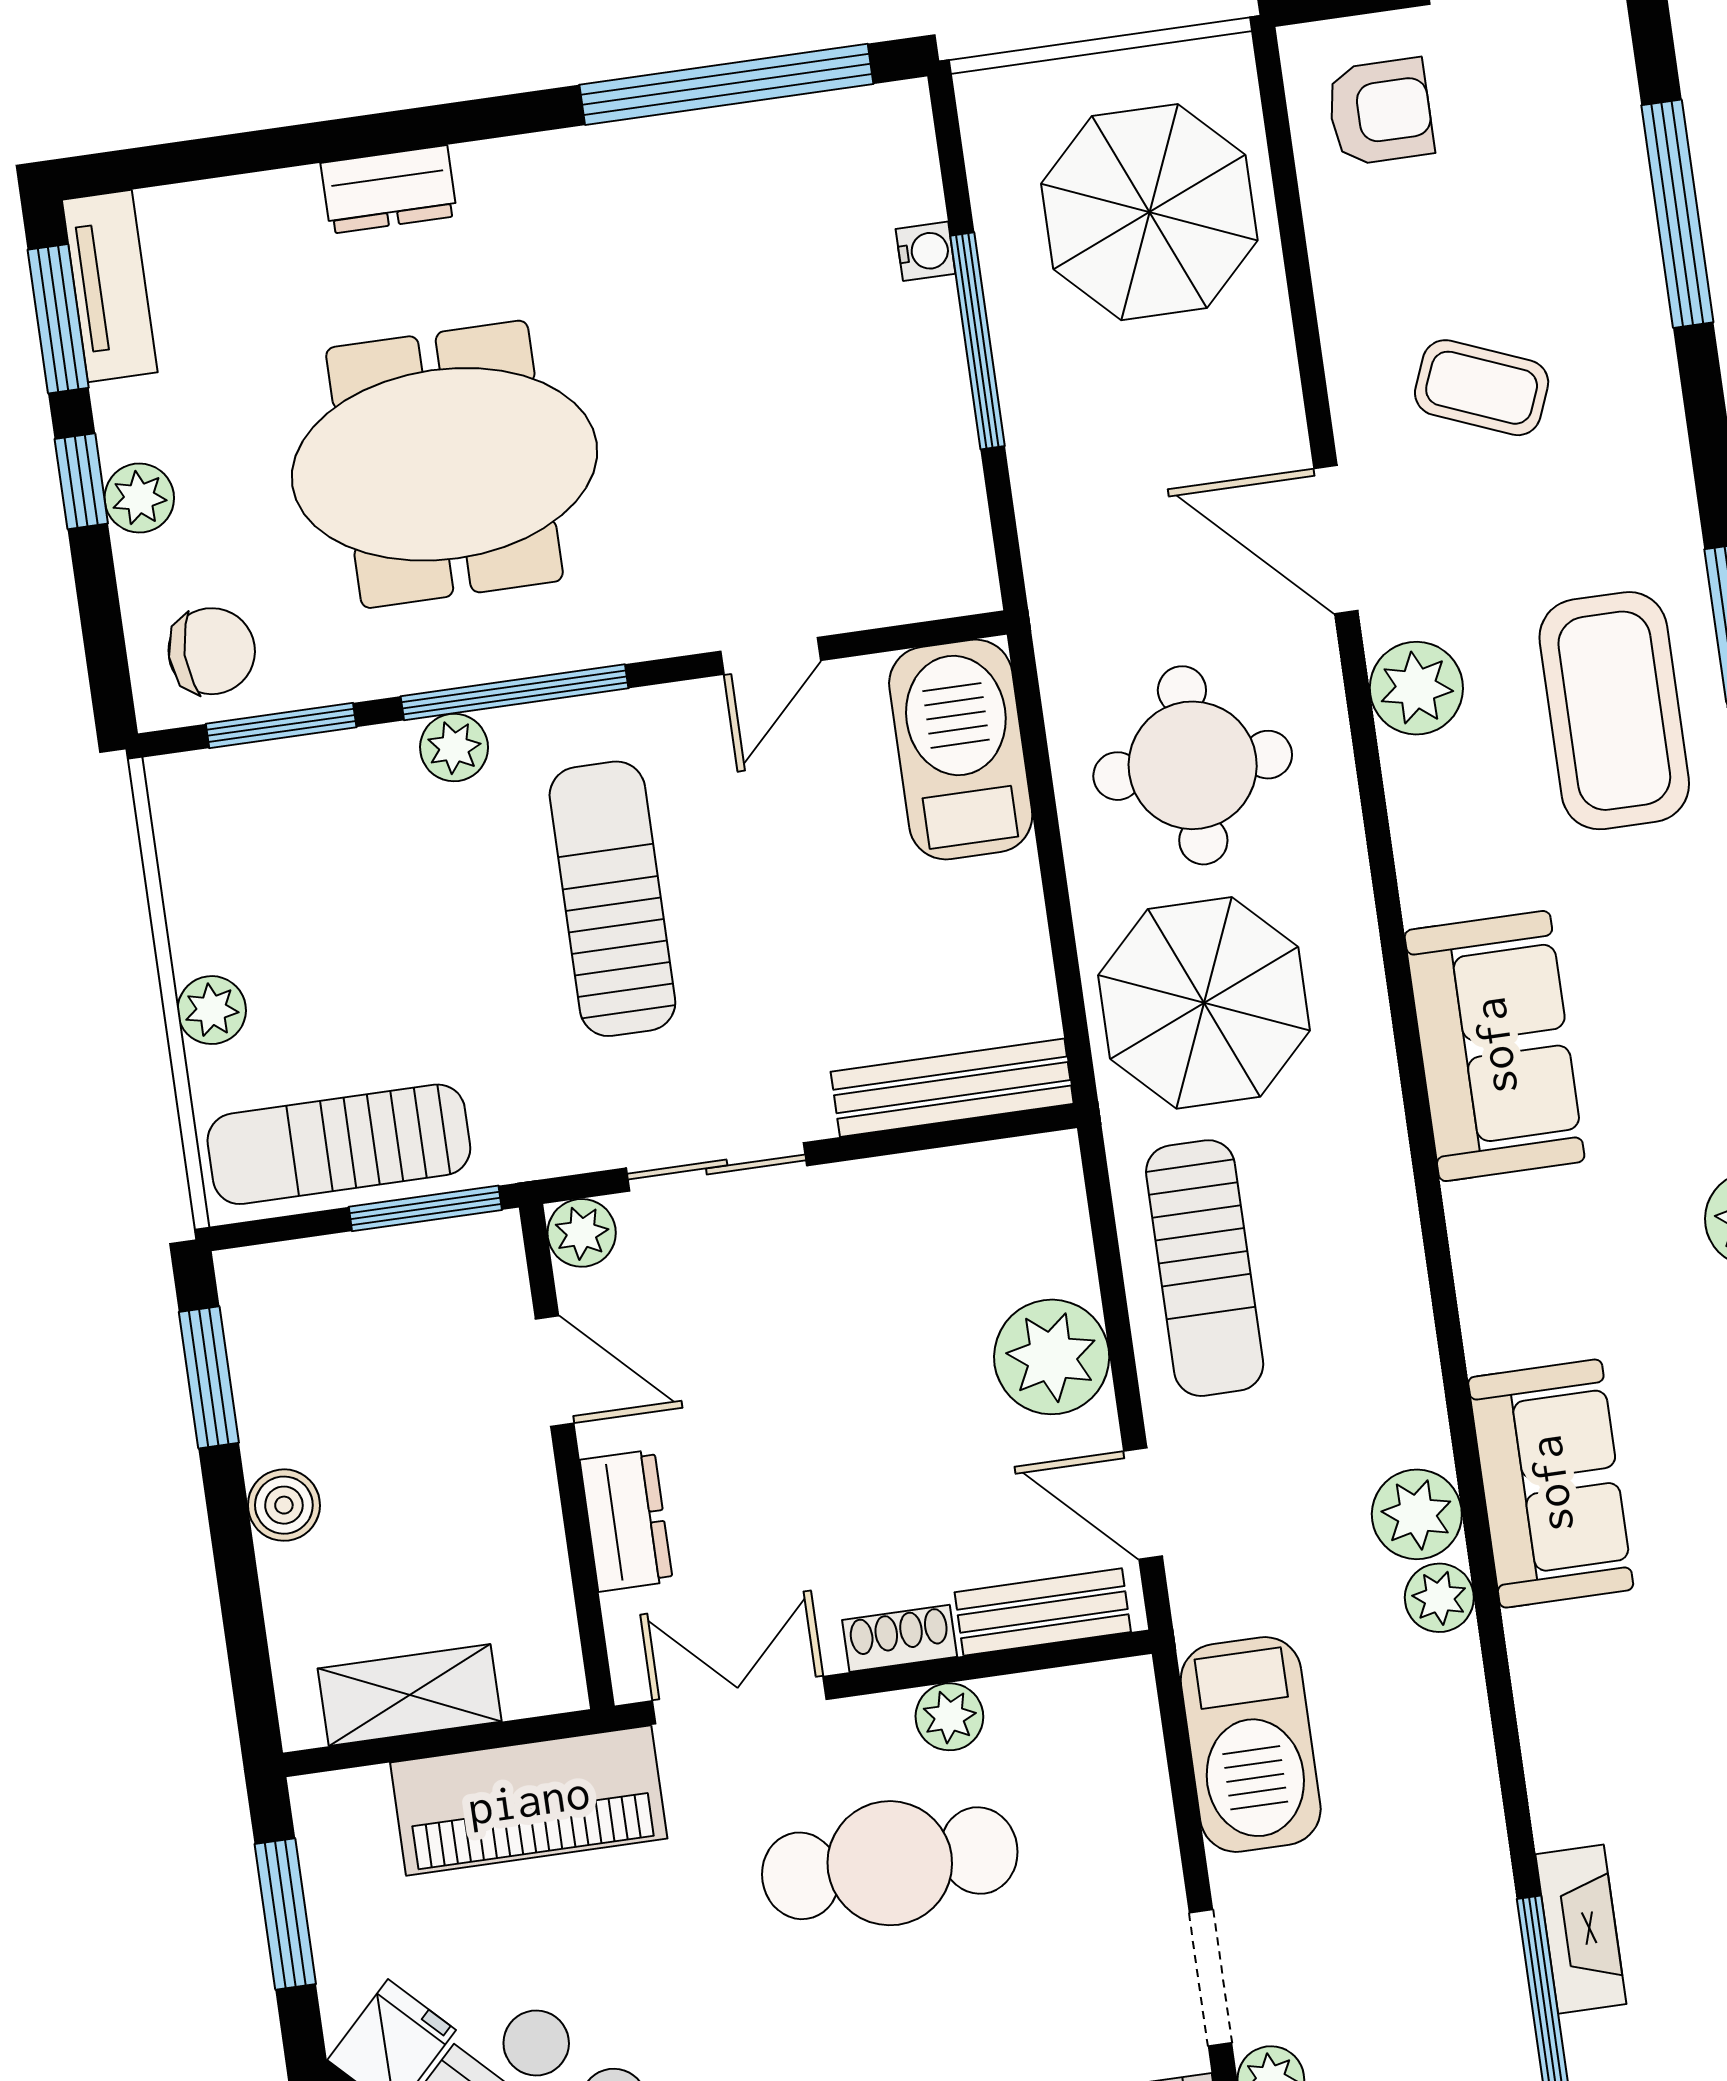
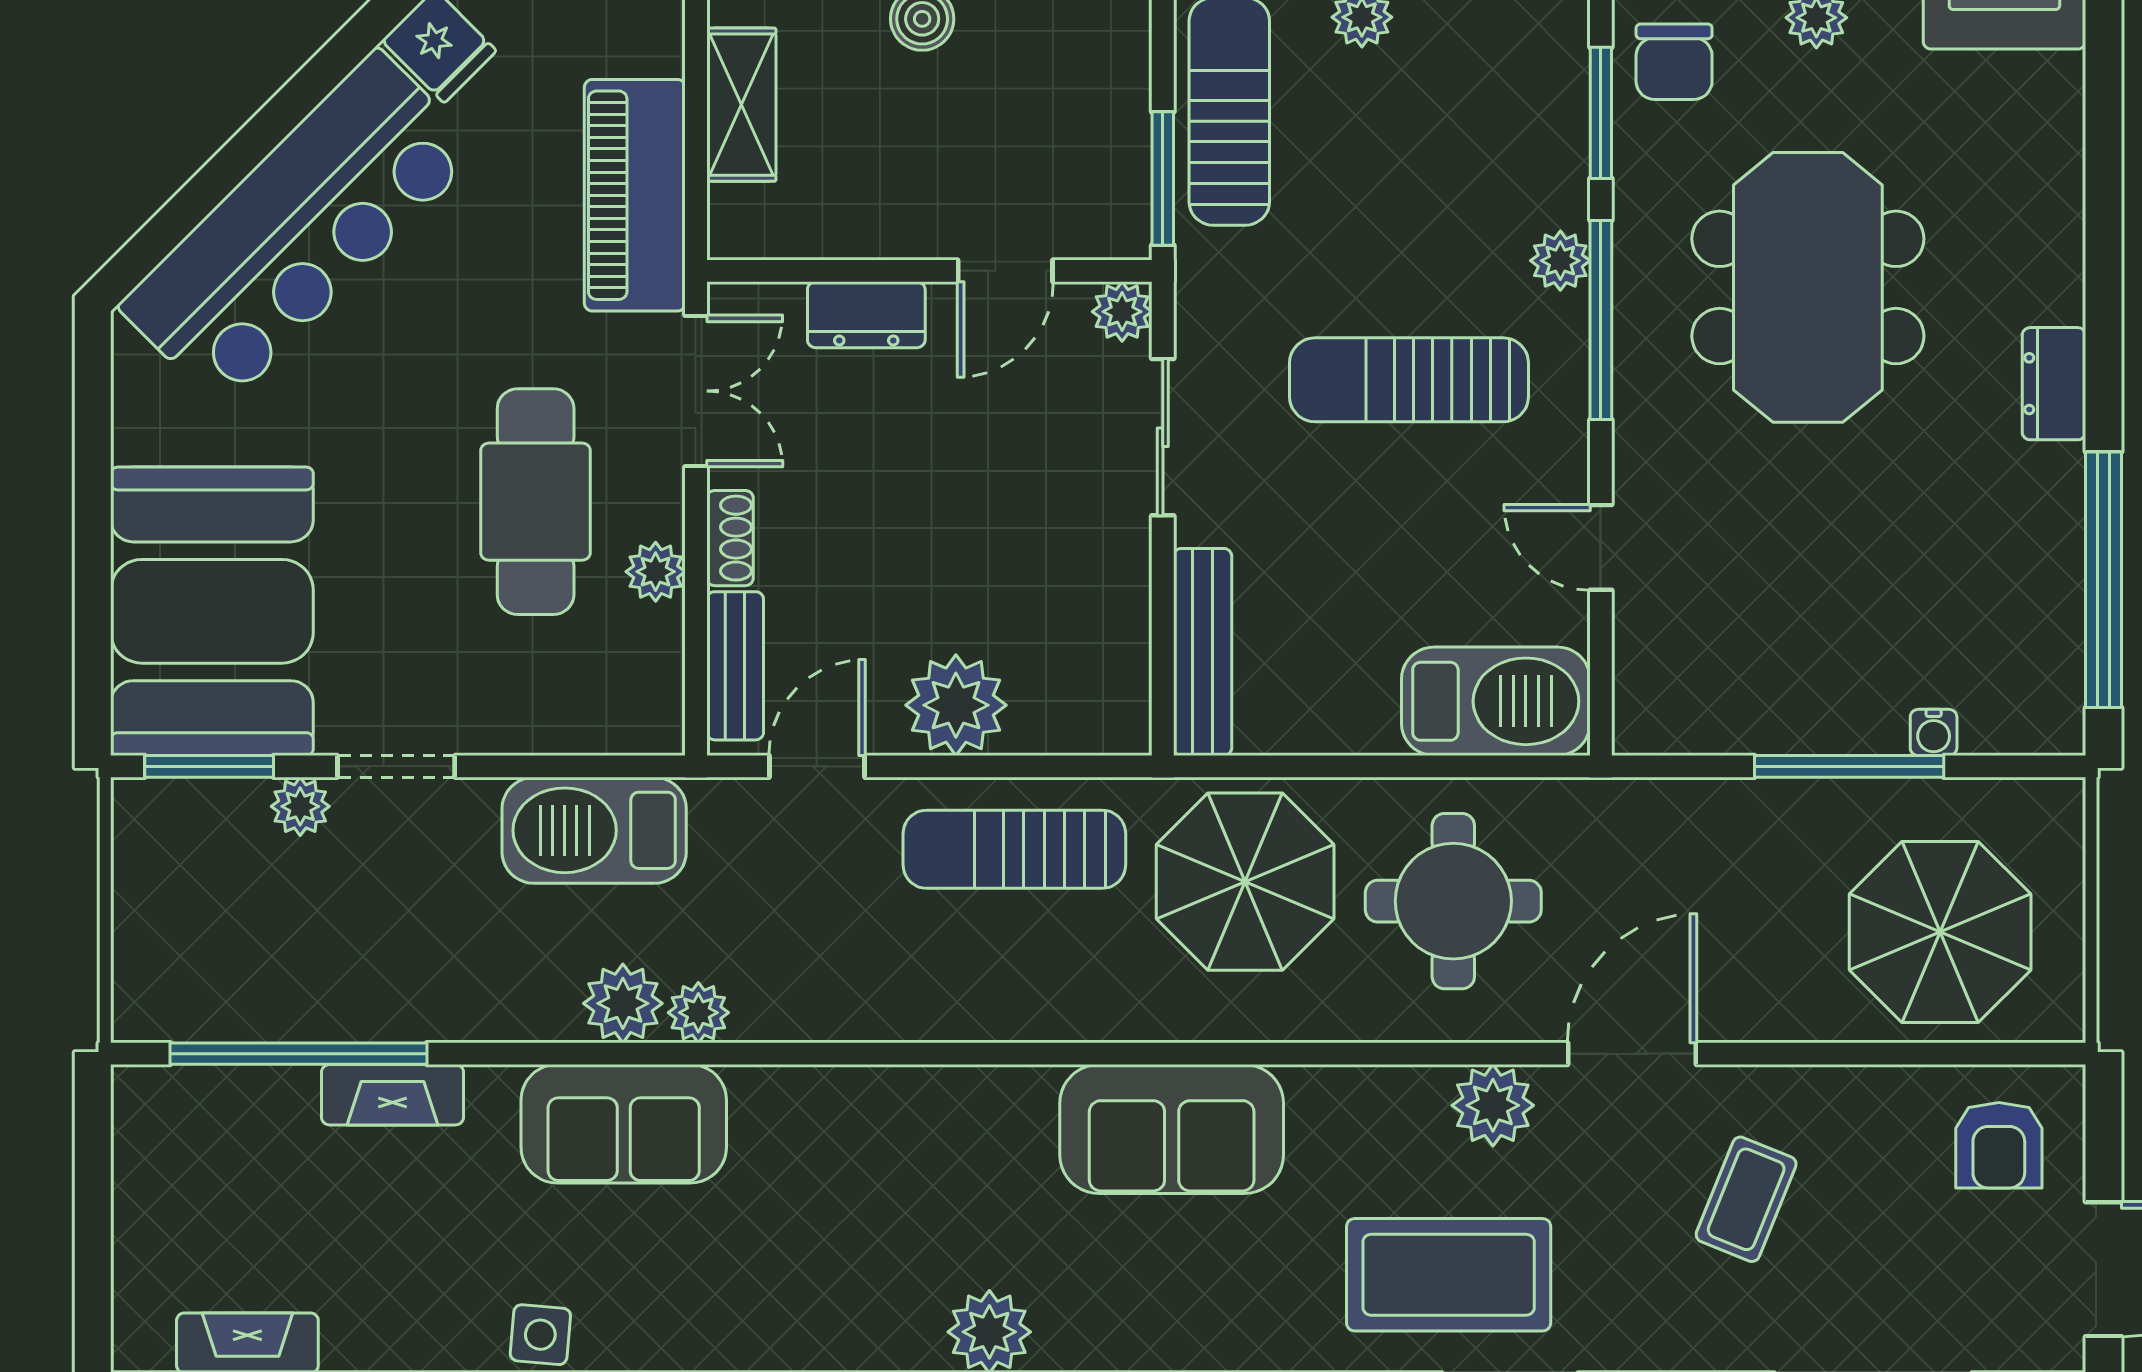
dresser: (389, 189) -> (2054, 384), moved
sun lounger: (612, 899) -> (1409, 380), turned 180
sofa: (1551, 1484) -> (624, 1124), moved
plant: (1417, 1514) -> (623, 1003), moved

